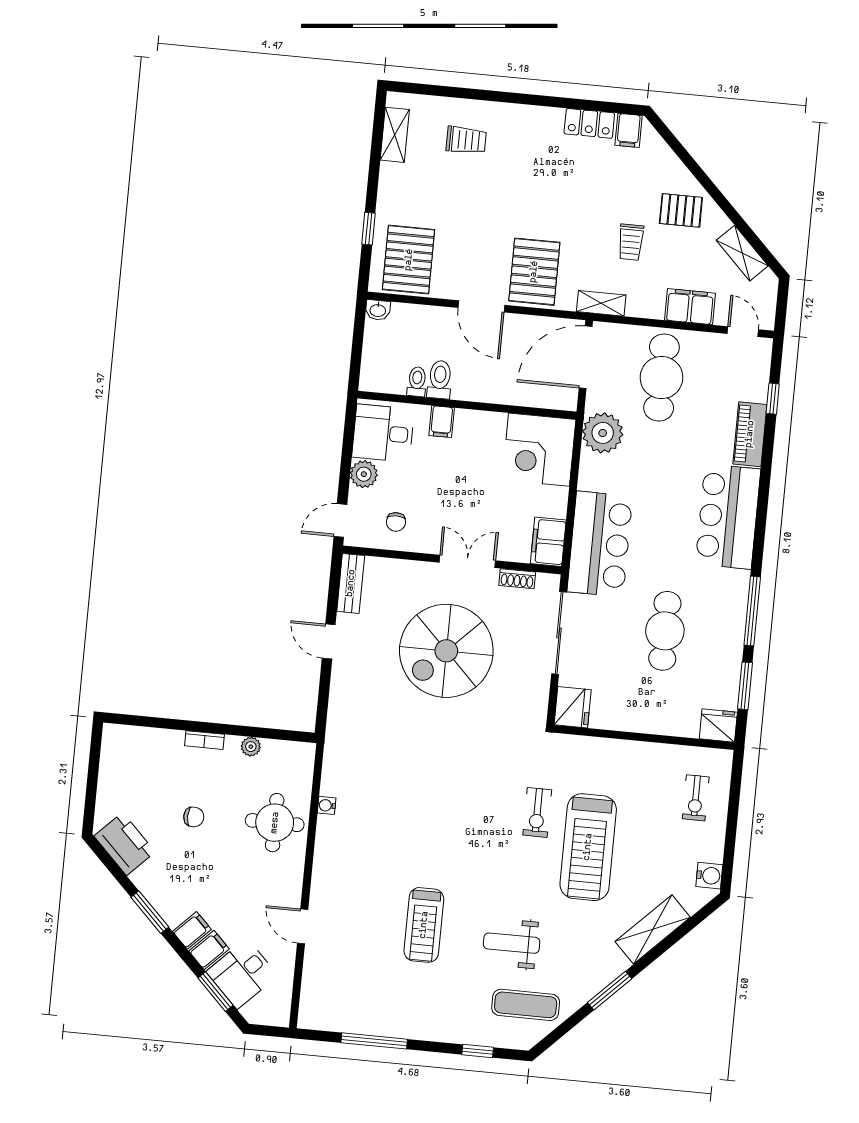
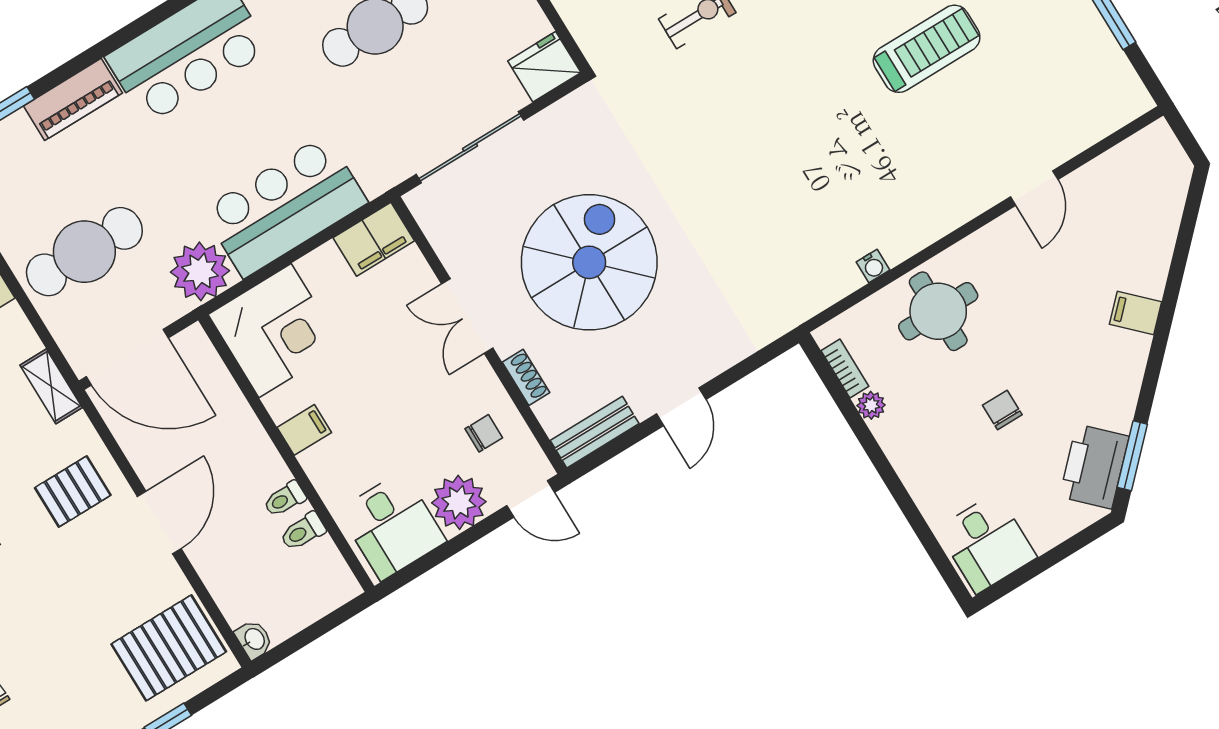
pallet: (534, 272) -> (73, 491), width x0.67, depth x0.71
toilet: (440, 380) -> (285, 499), width x0.73, depth x0.72
filing cabinet: (442, 422) -> (304, 430), moved
plant: (364, 474) -> (459, 502), width x1.36, depth x1.36
bar counter: (600, 544) -> (285, 206), moved
shoe rack: (517, 579) -> (526, 377), moved
spiral stairs: (446, 651) -> (589, 262), turned -90
bookcase: (204, 740) -> (845, 369), moved
window: (150, 912) -> (1132, 456), moved
filing cabinet: (209, 950) -> (1143, 276), removed
desk: (242, 974) -> (987, 543), moved, turned 45
window: (216, 992) -> (1186, 232), removed

